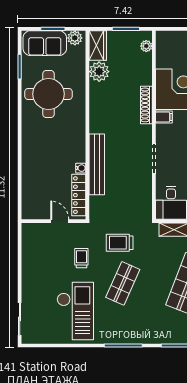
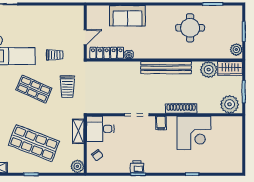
sofa: (45, 43) -> (127, 16), moved, turned -90
plant: (146, 46) -> (230, 104), width x1.87, depth x1.87
round table: (48, 94) -> (190, 28), width x0.73, depth x0.73
filing cabinet: (164, 117) -> (161, 123), moved
bench: (97, 164) -> (166, 68), moved
trolley: (120, 243) -> (67, 87), turned 180

